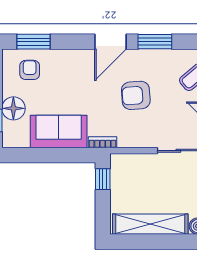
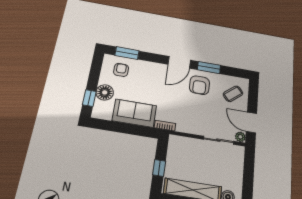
armchair: (136, 95) -> (200, 85), moved, turned -86
window: (103, 179) -> (159, 168), moved

